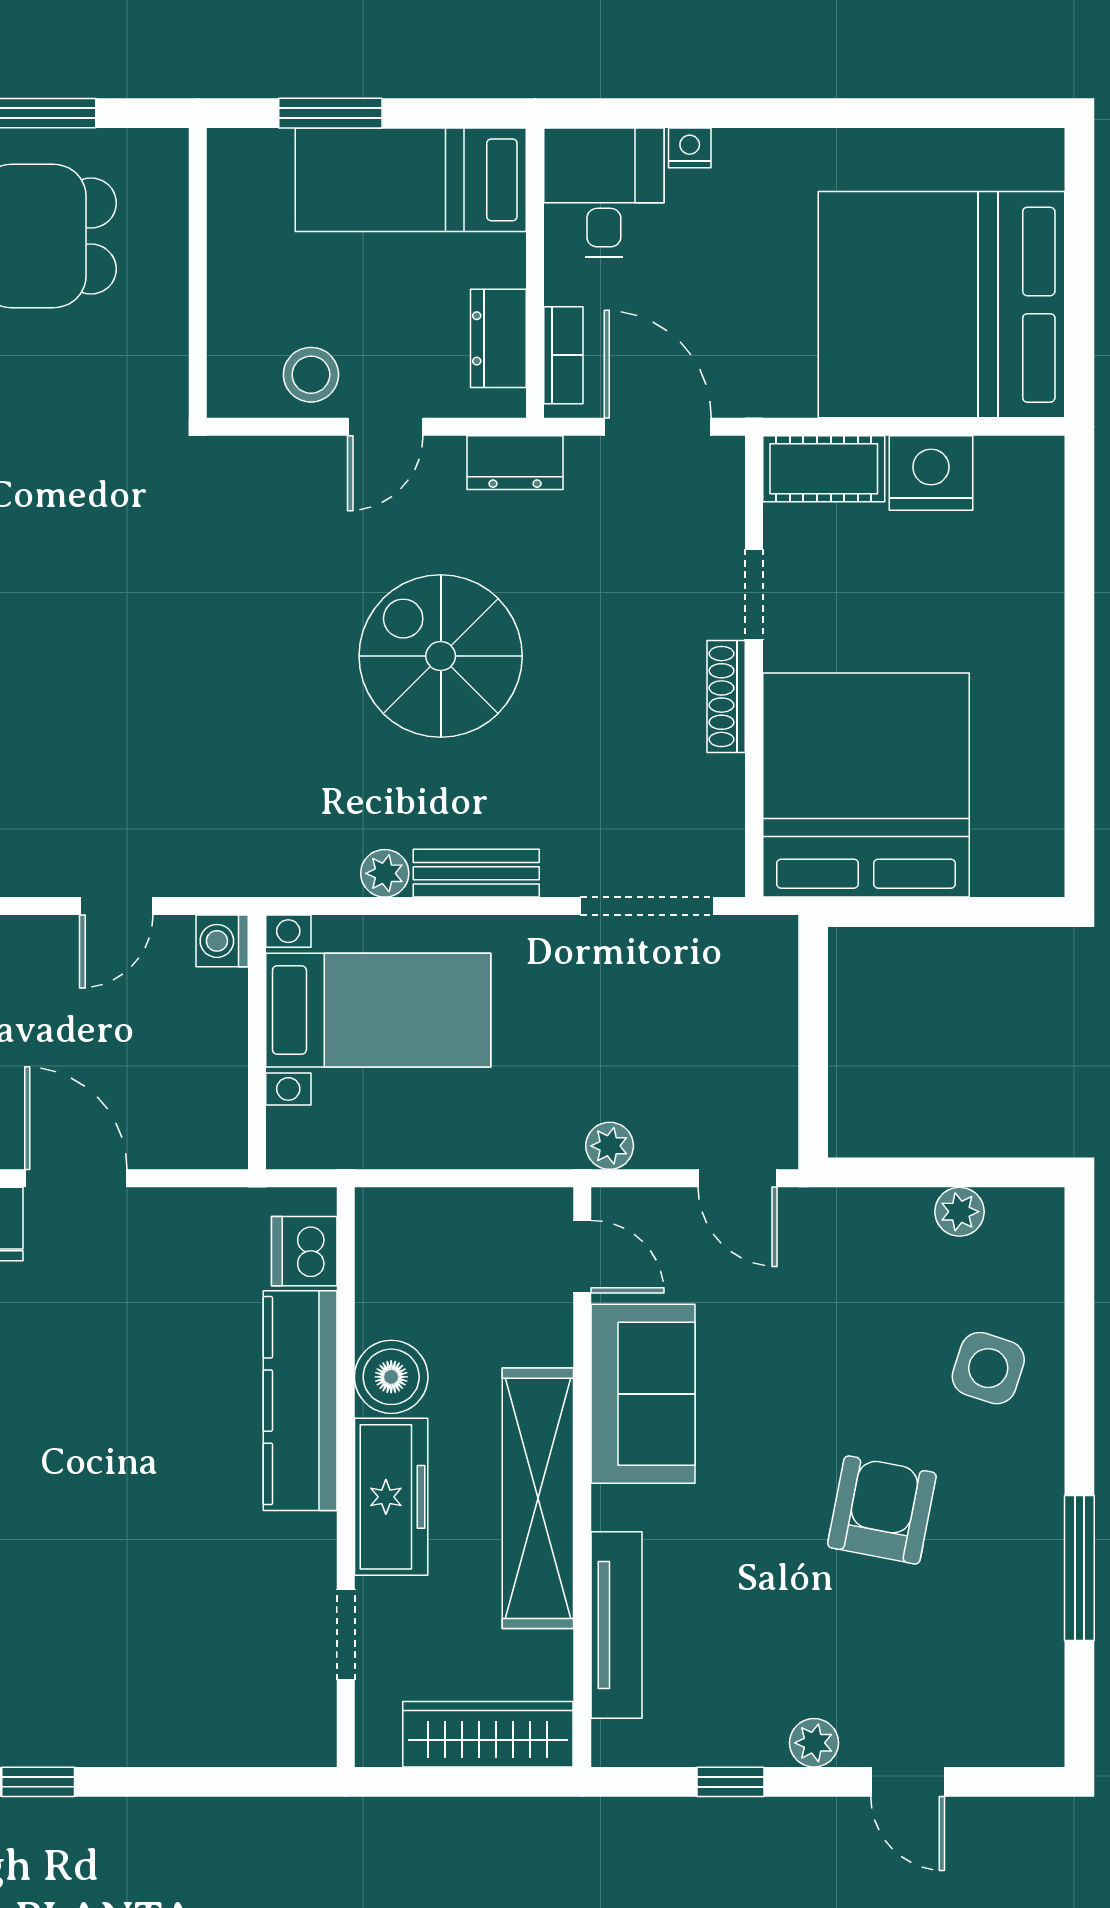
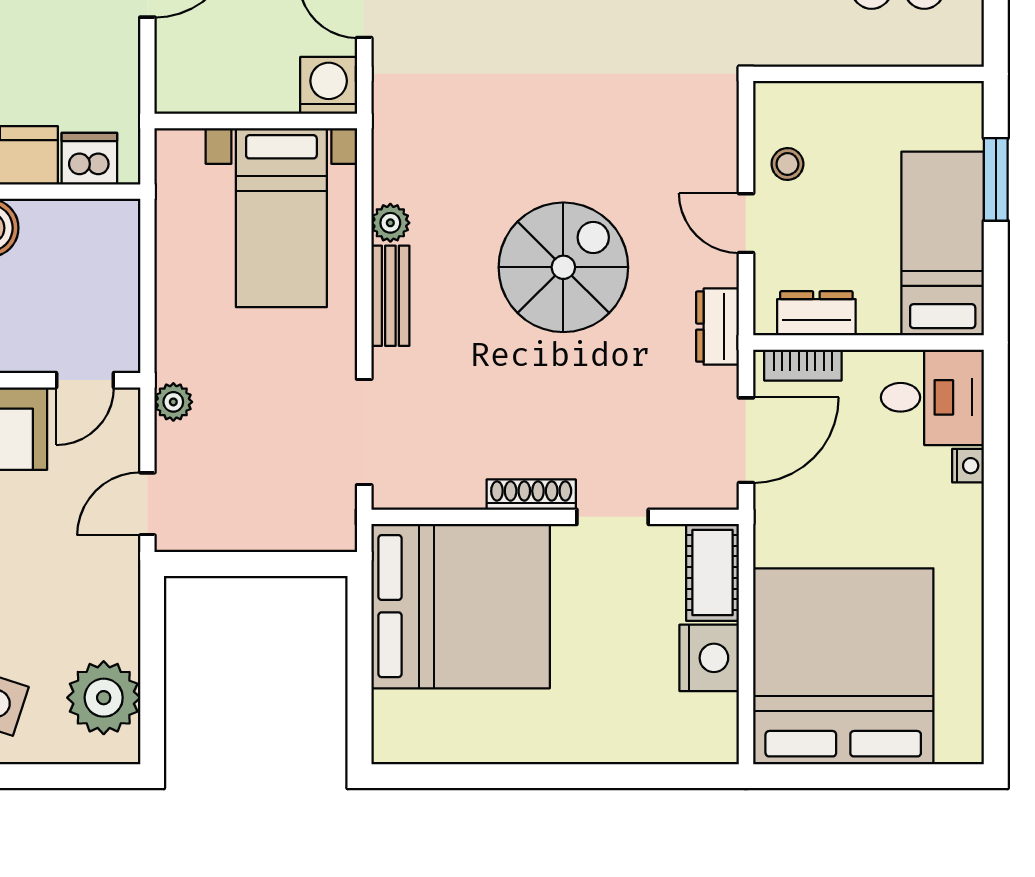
stool: (311, 375) -> (787, 164), width x0.73, depth x0.73
washing machine: (222, 941) -> (329, 85), width x1.38, depth x1.38
plant: (959, 1212) -> (104, 698), width x1.88, depth x1.88

